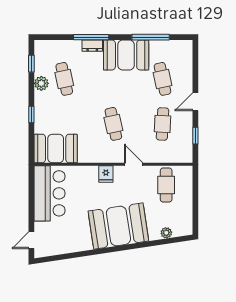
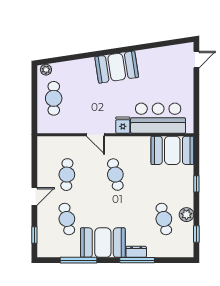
window: (195, 136) -> (34, 235), moved
cafe table: (166, 185) -> (54, 98), moved
bar counter: (49, 193) -> (158, 118), moved, turned 90
booth: (118, 226) -> (117, 67), width x0.73, depth x0.70
plant: (166, 233) -> (46, 70), moved

